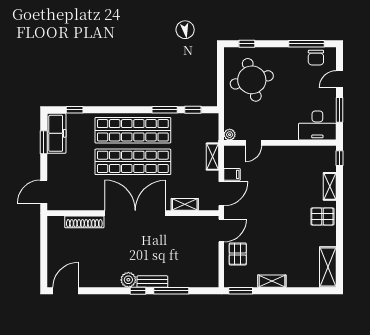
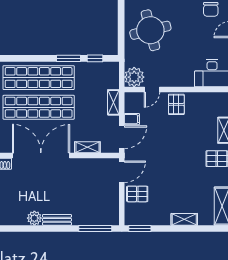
plant: (230, 135) -> (134, 77), width x1.87, depth x1.87
pallet: (279, 159) -> (176, 104), added
pallet: (238, 254) -> (137, 194), turned 90
shelving: (272, 281) -> (184, 219), moved
window: (138, 291) -> (44, 228), removed
window: (171, 291) -> (95, 228), moved

